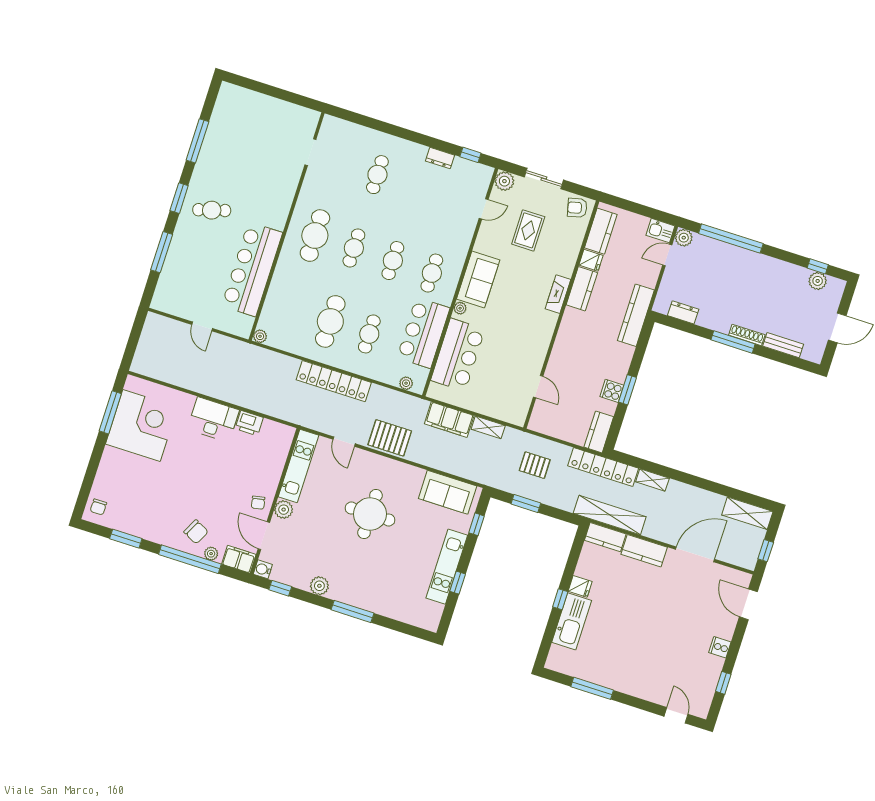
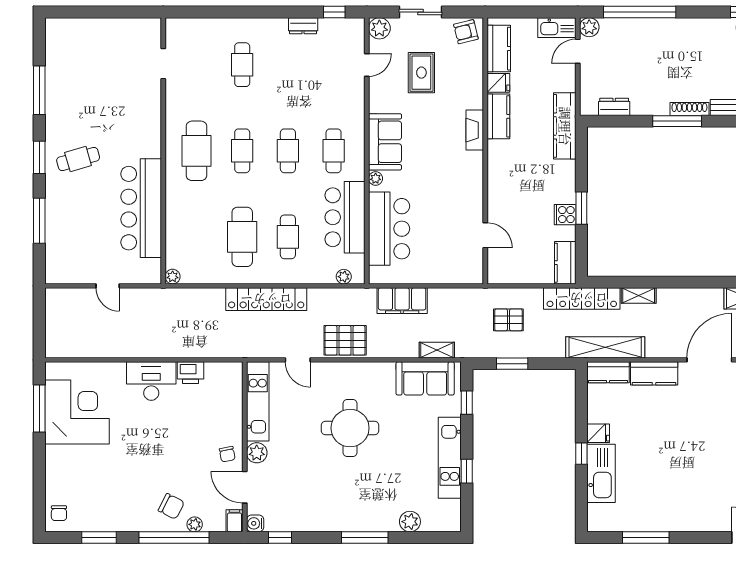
kitchen sink: (660, 231) -> (557, 28), width x1.38
shelving: (488, 427) -> (437, 350), moved
filing cabinet: (239, 559) -> (234, 521), width x0.50
plant: (319, 586) -> (410, 522), moved

